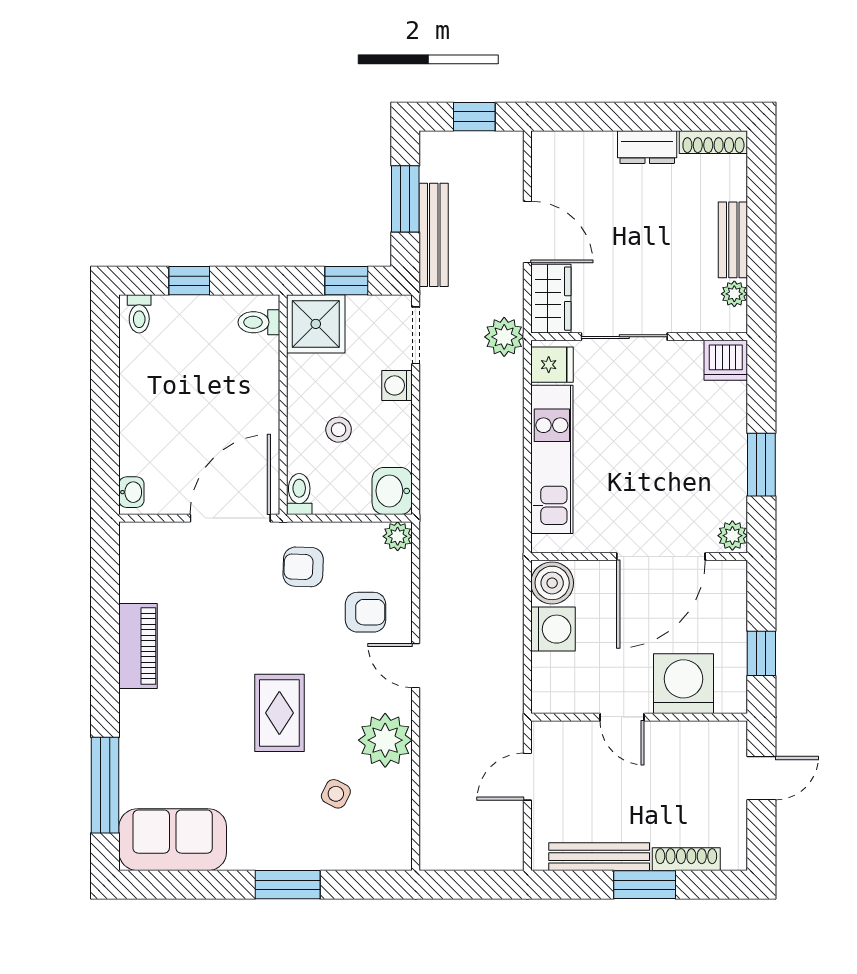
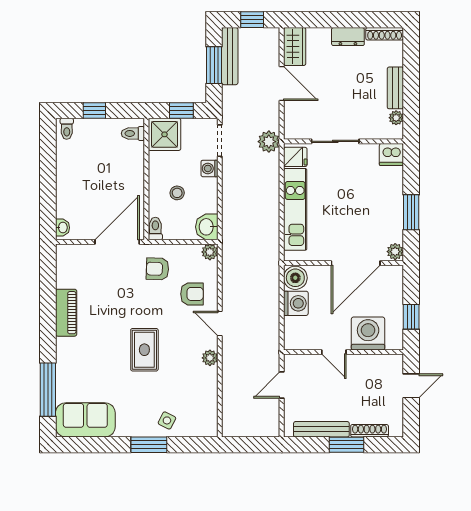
bench: (434, 235) -> (230, 56), moved
wardrobe: (551, 299) -> (295, 46), moved
plant: (385, 740) -> (210, 358), width x0.53, depth x0.53
side table: (336, 794) -> (167, 420), moved

